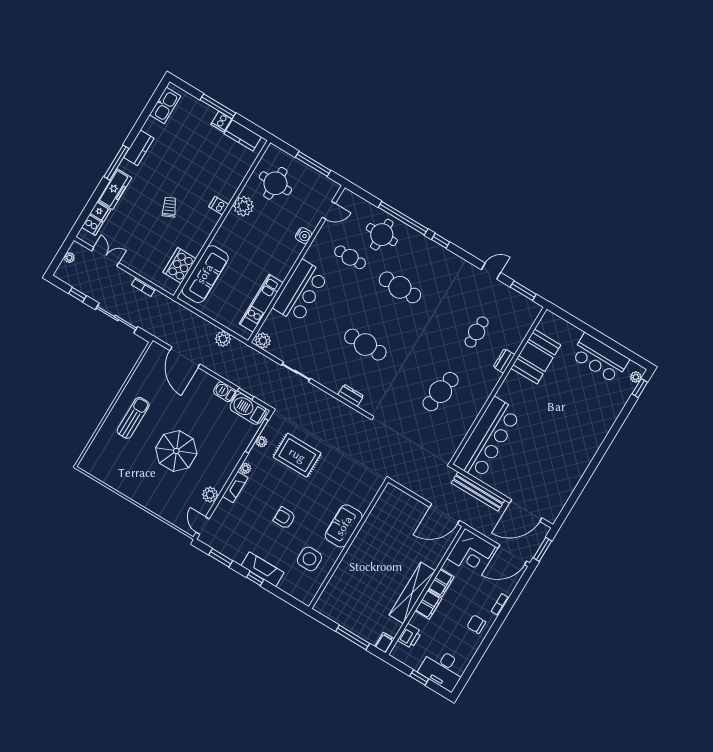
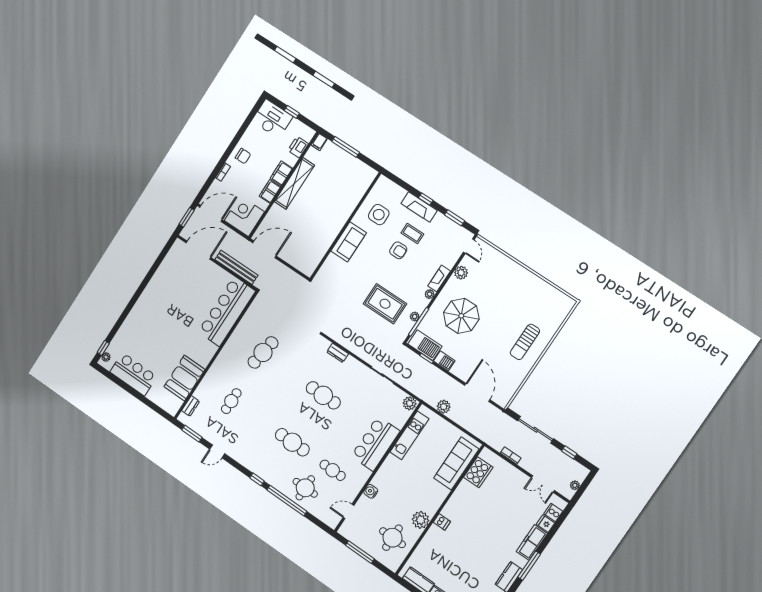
trolley: (169, 207) -> (485, 523), removed
dresser: (504, 361) -> (191, 406), moved
parasol: (176, 451) -> (461, 316), moved
coffee table: (269, 538) -> (412, 233), added

